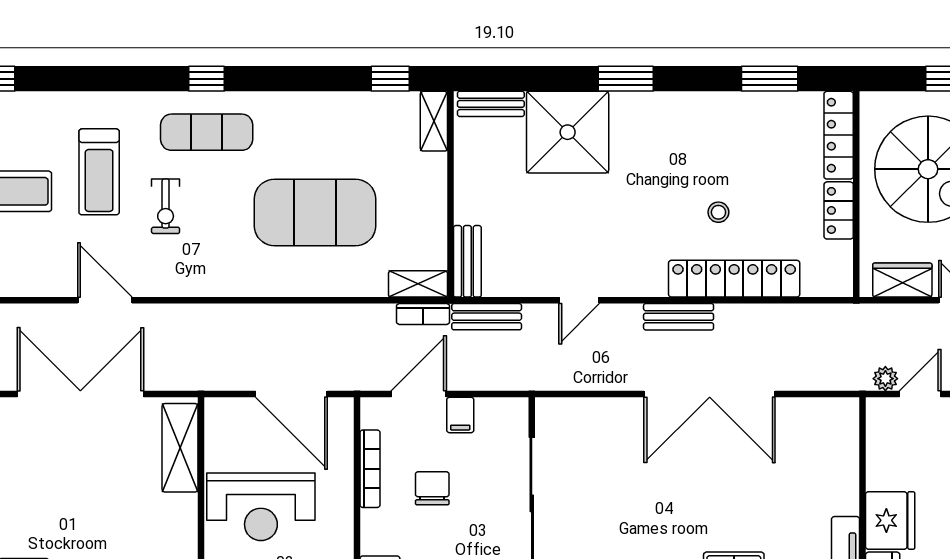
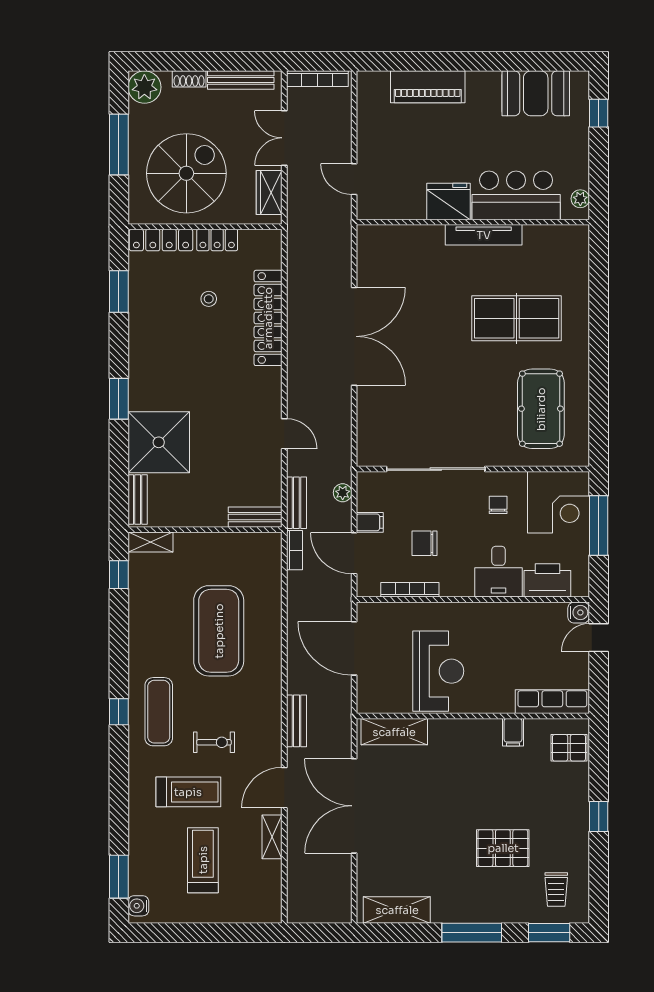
stool: (718, 212) -> (209, 299), moved
shelving: (418, 284) -> (272, 837), moved
bench: (679, 317) -> (296, 721), moved
plant: (885, 379) -> (343, 493), moved
door: (291, 394) -> (354, 648), swing flipped

